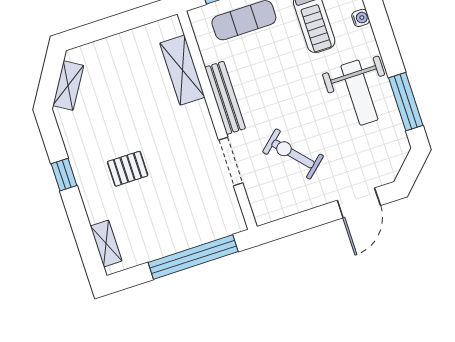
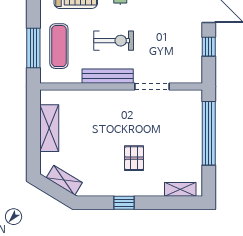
shelving: (182, 70) -> (49, 128), moved, turned 90
exercise bike: (293, 154) -> (114, 41), moved, turned -138
window: (308, 219) -> (209, 47), added

